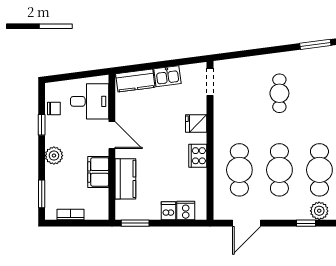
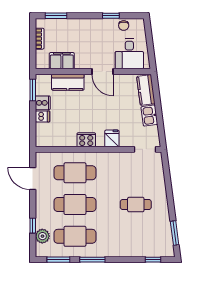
door: (112, 135) -> (102, 72), hinge flipped
plant: (54, 156) -> (86, 25), removed
filing cabinet: (98, 172) -> (62, 61), moved
cooker: (186, 210) -> (43, 103), moved

